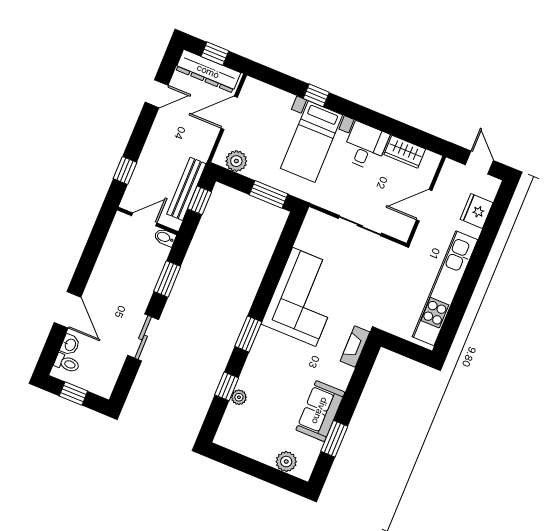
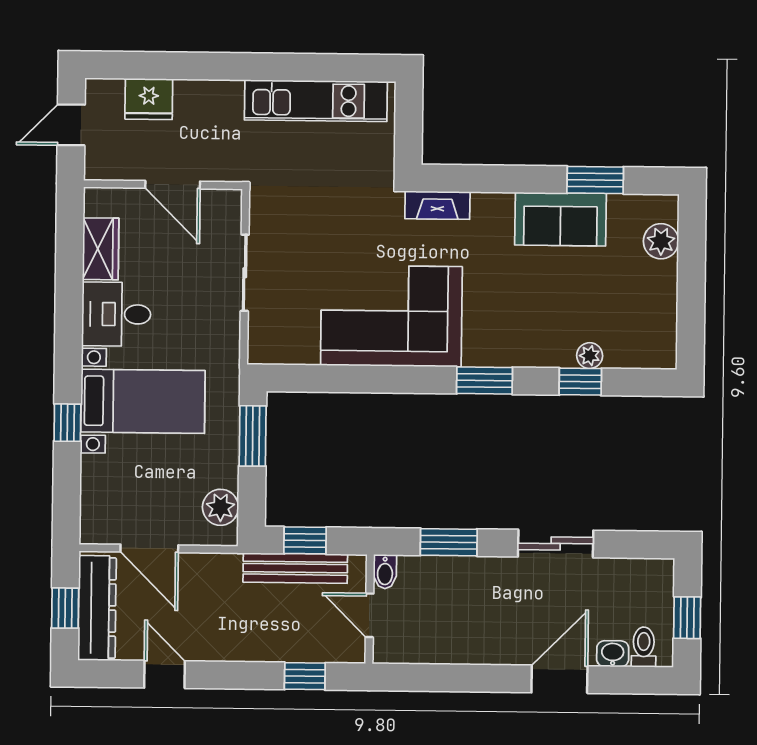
kitchen unit: (445, 288) -> (316, 101), width x0.73

